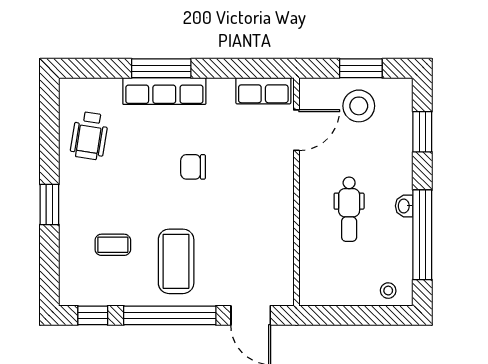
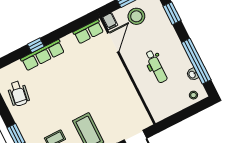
window: (161, 68) -> (36, 45), width x0.46
filing cabinet: (309, 91) -> (110, 21), added
chair: (193, 167) -> (74, 84), removed
washbasin: (404, 206) -> (192, 74), moved

